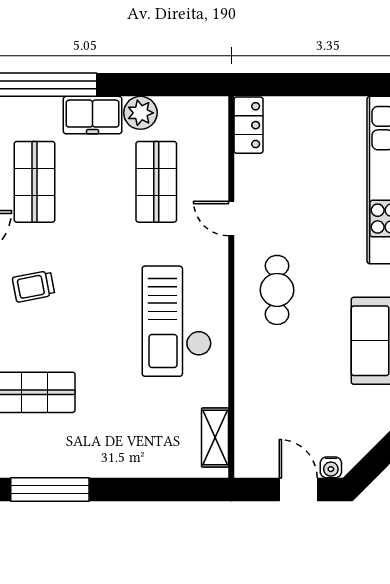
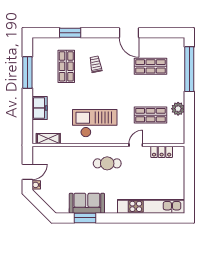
freezer: (93, 115) -> (40, 108), moved, turned 180
locker: (248, 125) -> (162, 152), moved
trolley: (34, 286) -> (96, 64), moved

